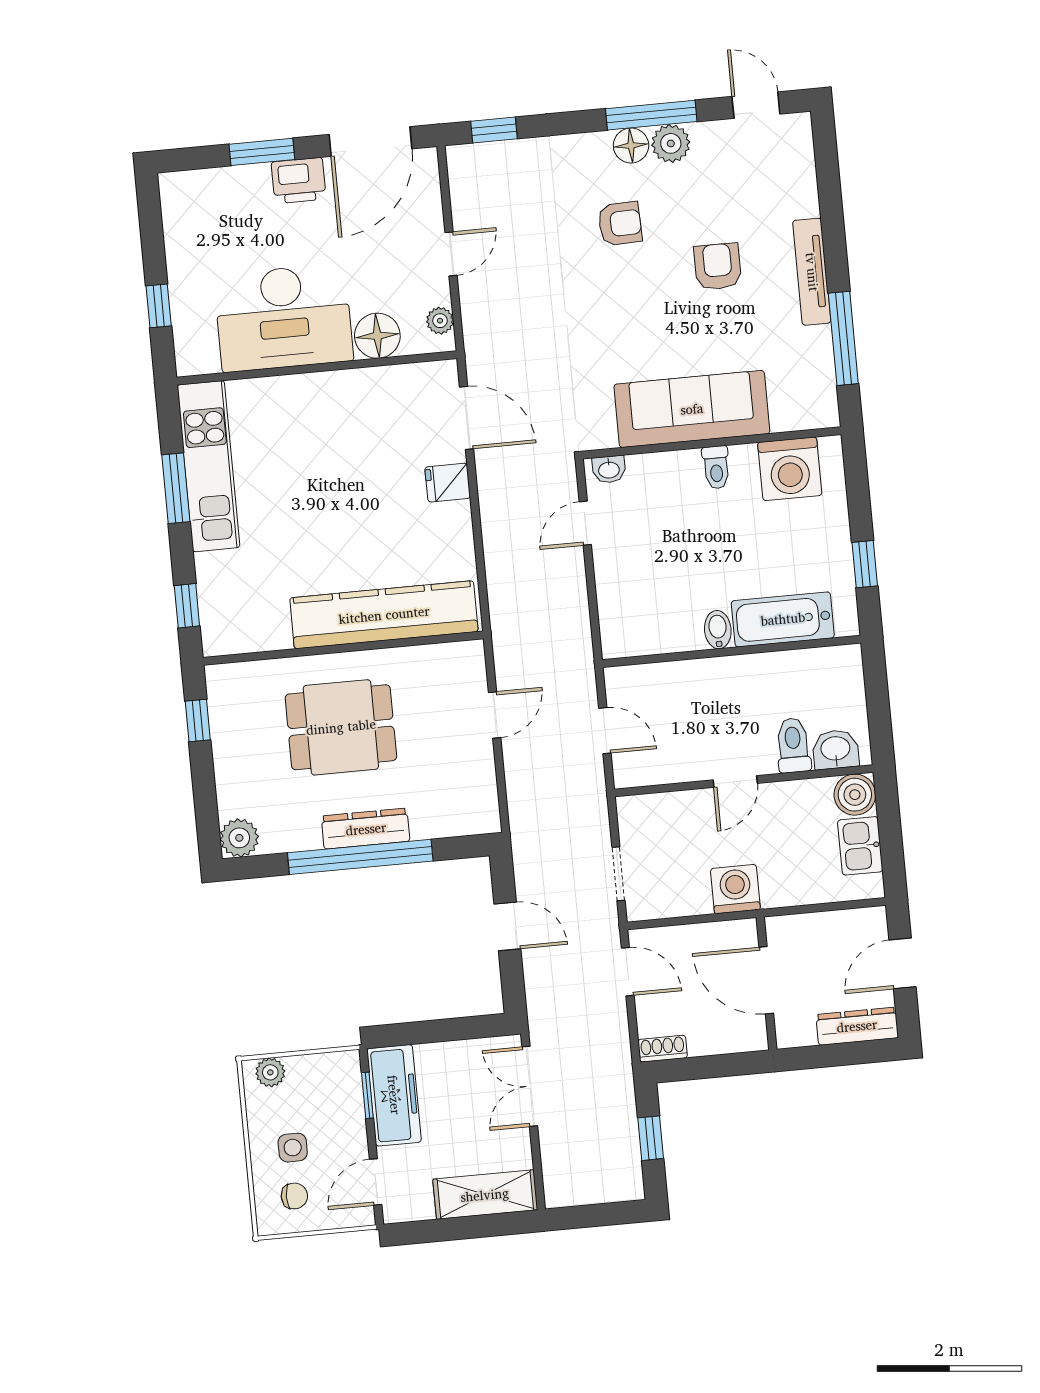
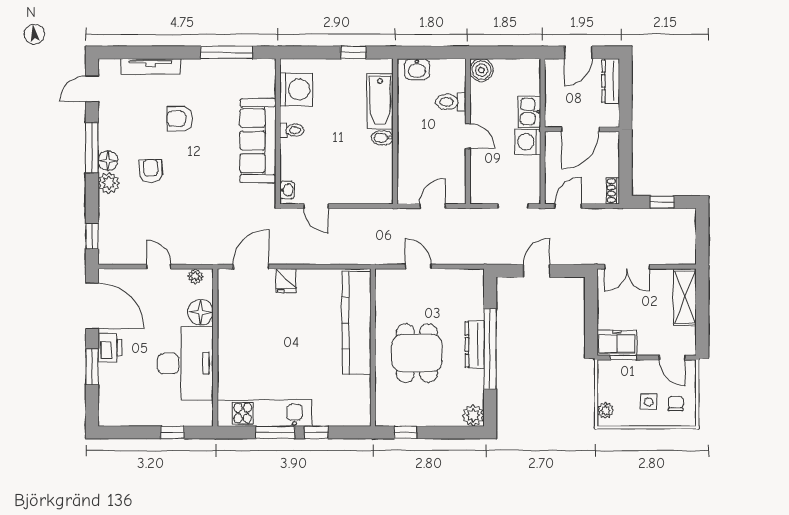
plant: (671, 143) -> (109, 183), moved
tv unit: (812, 272) -> (150, 67), moved
window: (187, 606) -> (316, 432), moved
washbasin: (835, 749) -> (417, 69), moved, turned -90
kitchen sink: (860, 846) -> (529, 112), moved, turned 90
door: (902, 963) -> (578, 52), hinge flipped
freezer: (394, 1095) -> (617, 343), width x0.71

